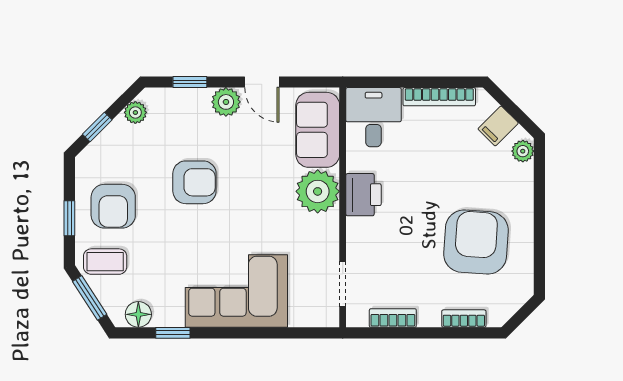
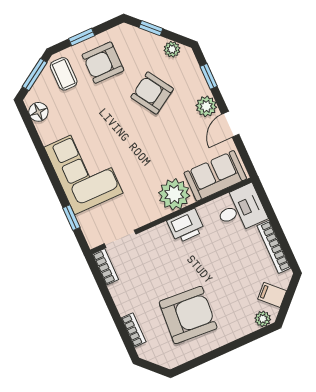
armchair: (194, 182) -> (152, 93), moved, turned 148
bookcase: (393, 318) -> (105, 267), moved
window: (173, 333) -> (71, 218), moved

